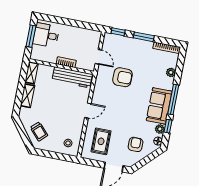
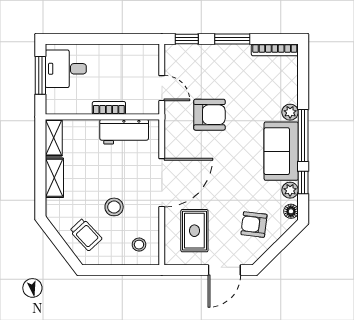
plant: (171, 72) -> (290, 112), moved
workbench: (72, 77) -> (124, 132), width x0.73
door: (88, 110) -> (162, 183), width x1.87
stool: (58, 119) -> (114, 207), added
armchair: (136, 144) -> (254, 224), turned -83

